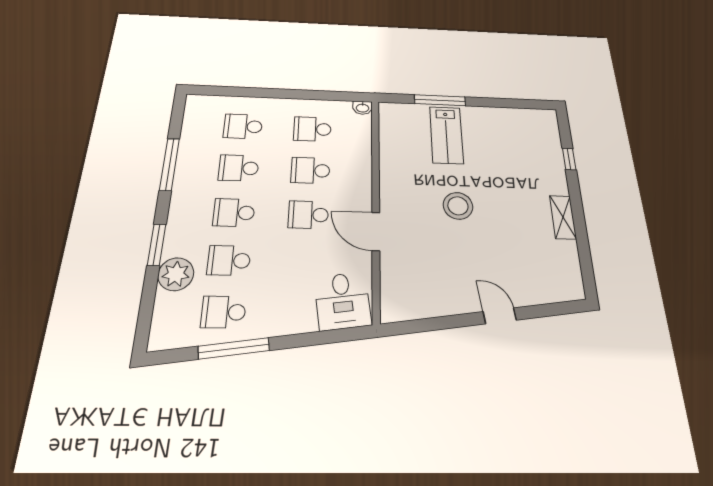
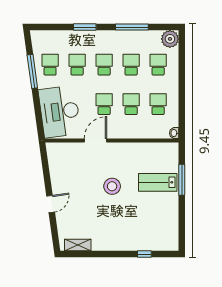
shelving: (563, 217) -> (78, 245), moved
plant: (176, 274) -> (170, 39), moved
desk: (343, 301) -> (60, 112), width x1.87, depth x1.30

